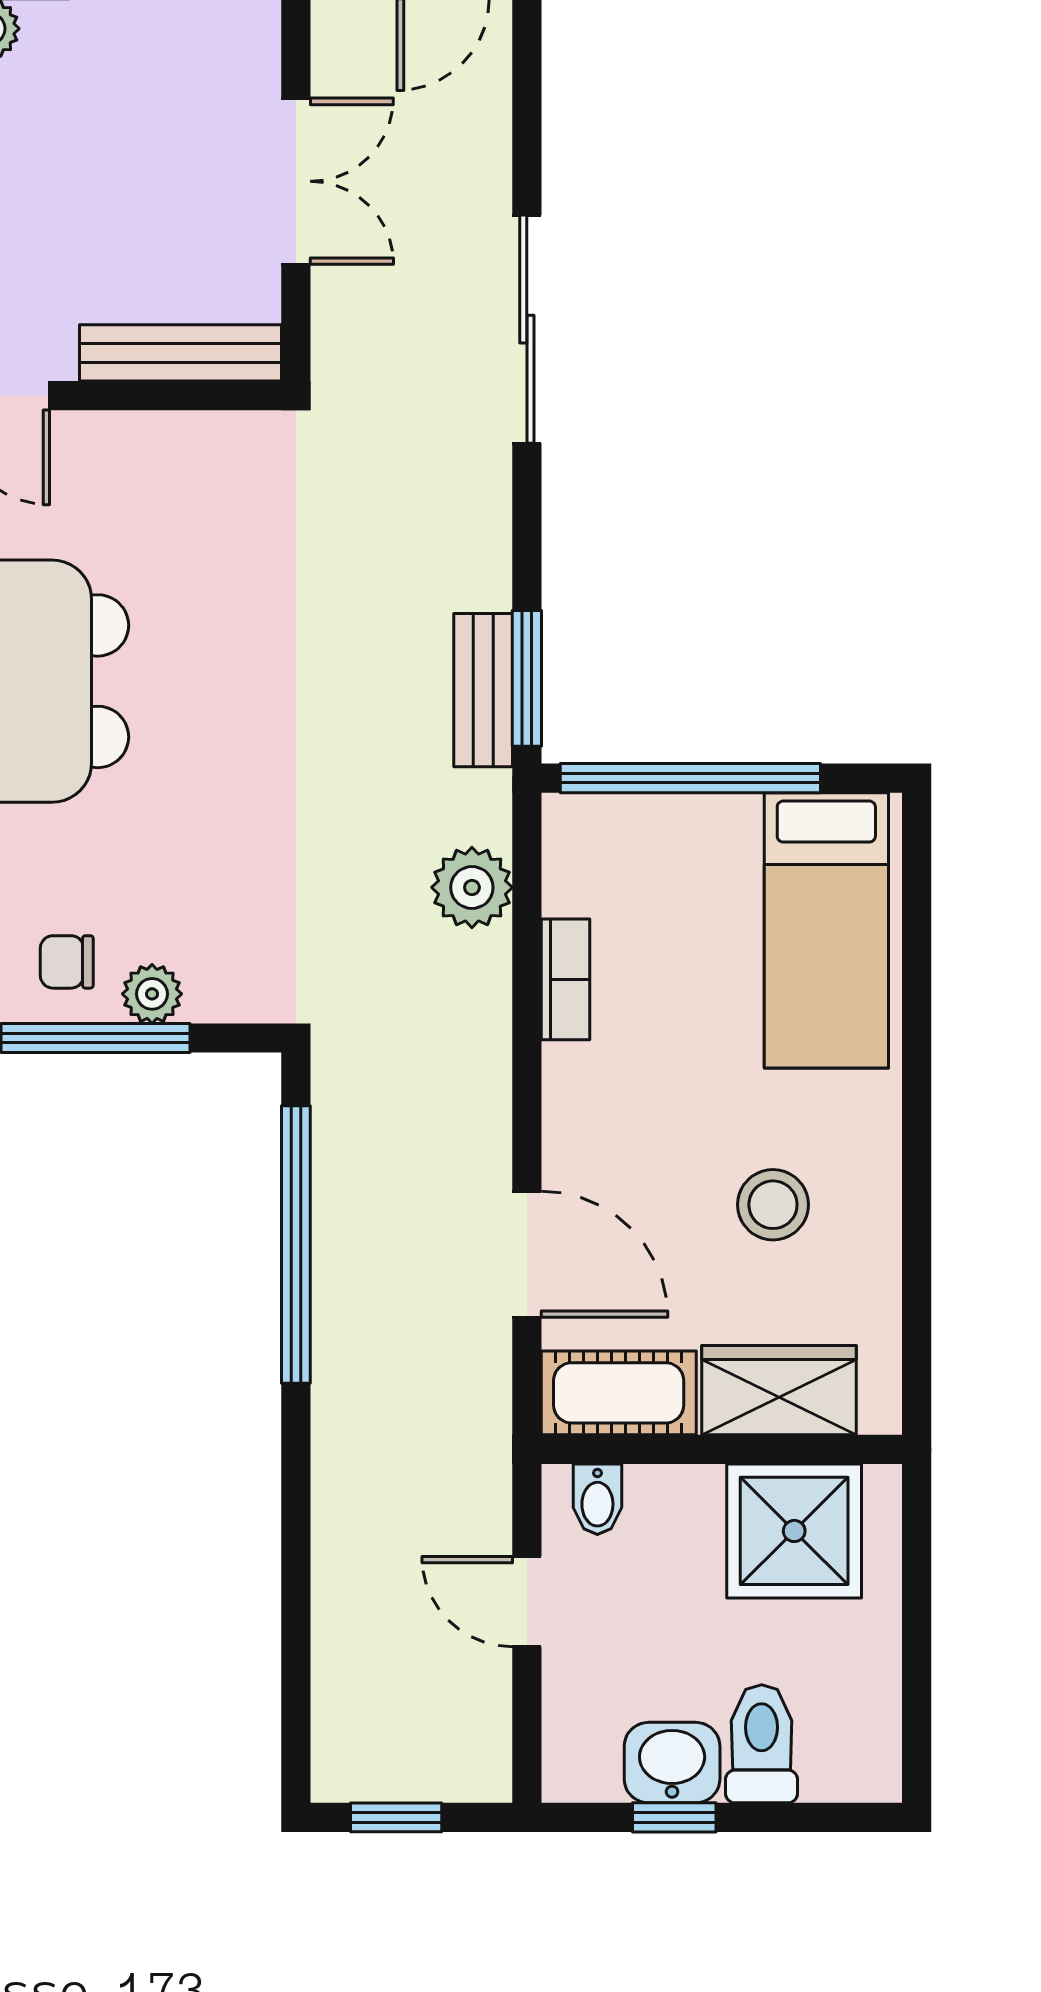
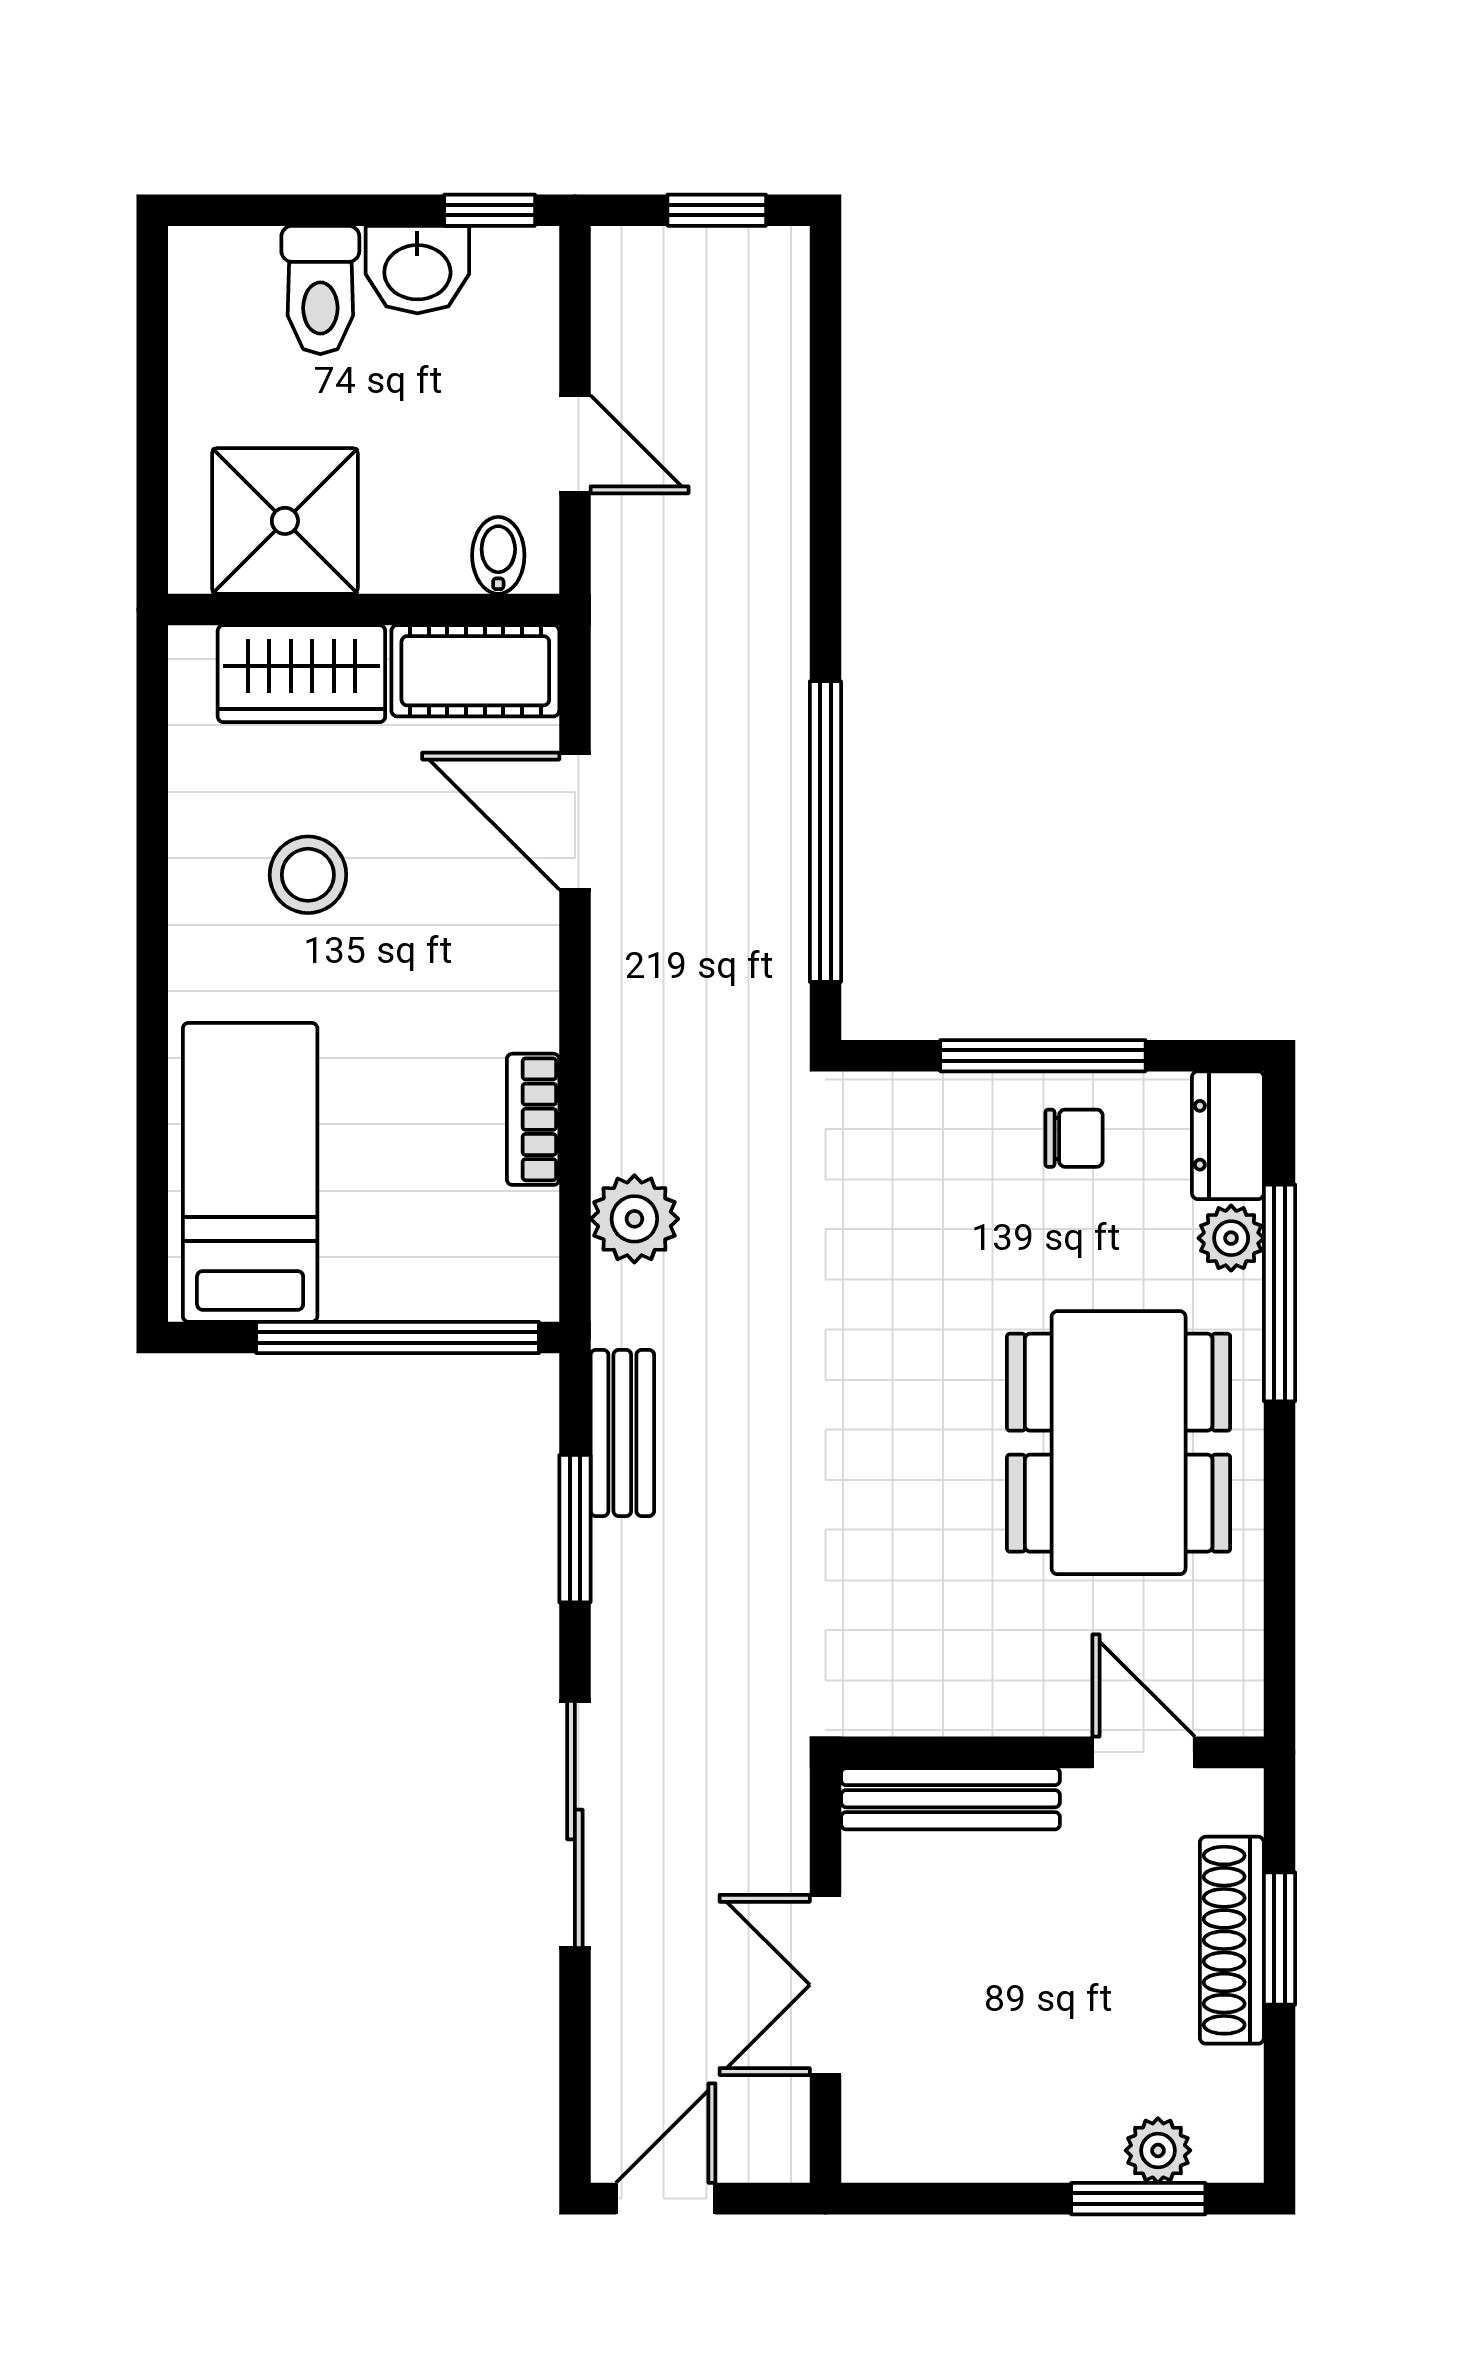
window: (527, 678) -> (575, 1529), moved
plant: (152, 994) -> (981, 1103), removed
window: (674, 1817) -> (490, 210), moved

